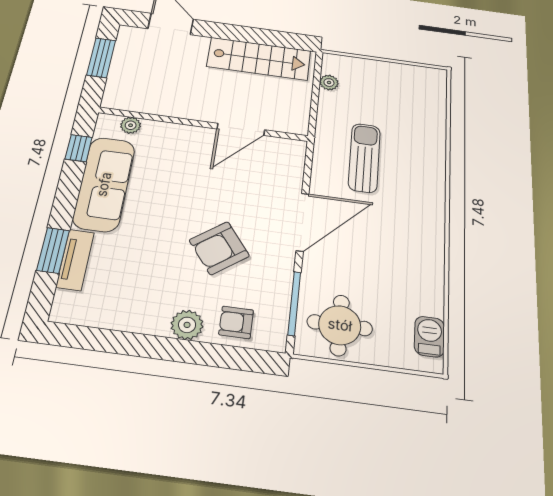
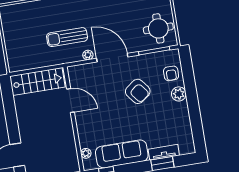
stairs: (259, 59) -> (37, 82), moved, turned 90
plant: (329, 83) -> (88, 55), moved

